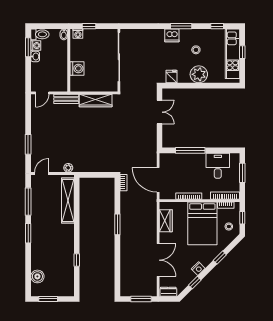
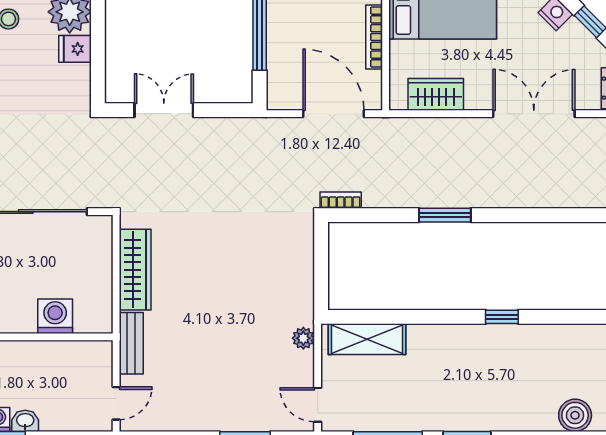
fridge: (171, 76) -> (75, 49), moved
door: (42, 93) -> (116, 403), hinge flipped
door: (158, 180) -> (334, 114), swing flipped
shelving: (68, 200) -> (367, 339), width x0.68
window: (77, 260) -> (502, 317), moved

